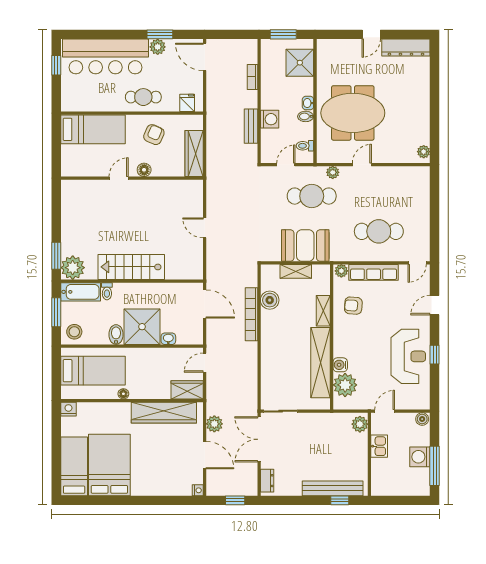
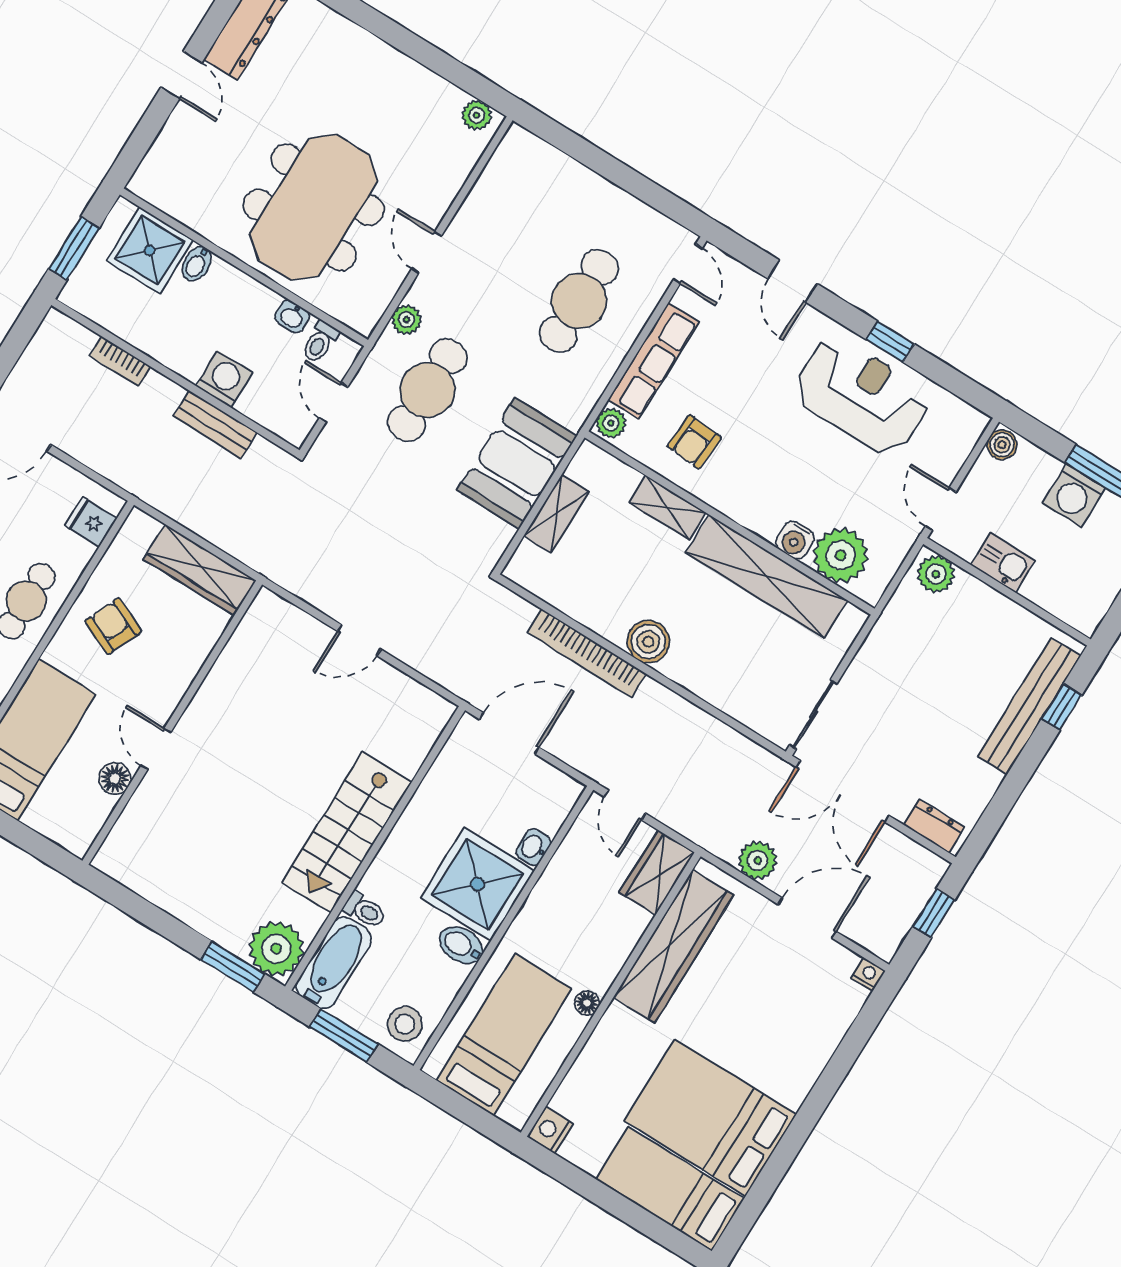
washbasin: (308, 103) -> (292, 316), moved
bidet: (306, 116) -> (197, 264), moved
floor lamp: (144, 170) -> (115, 779), moved
boiler: (270, 300) -> (648, 642), moved

